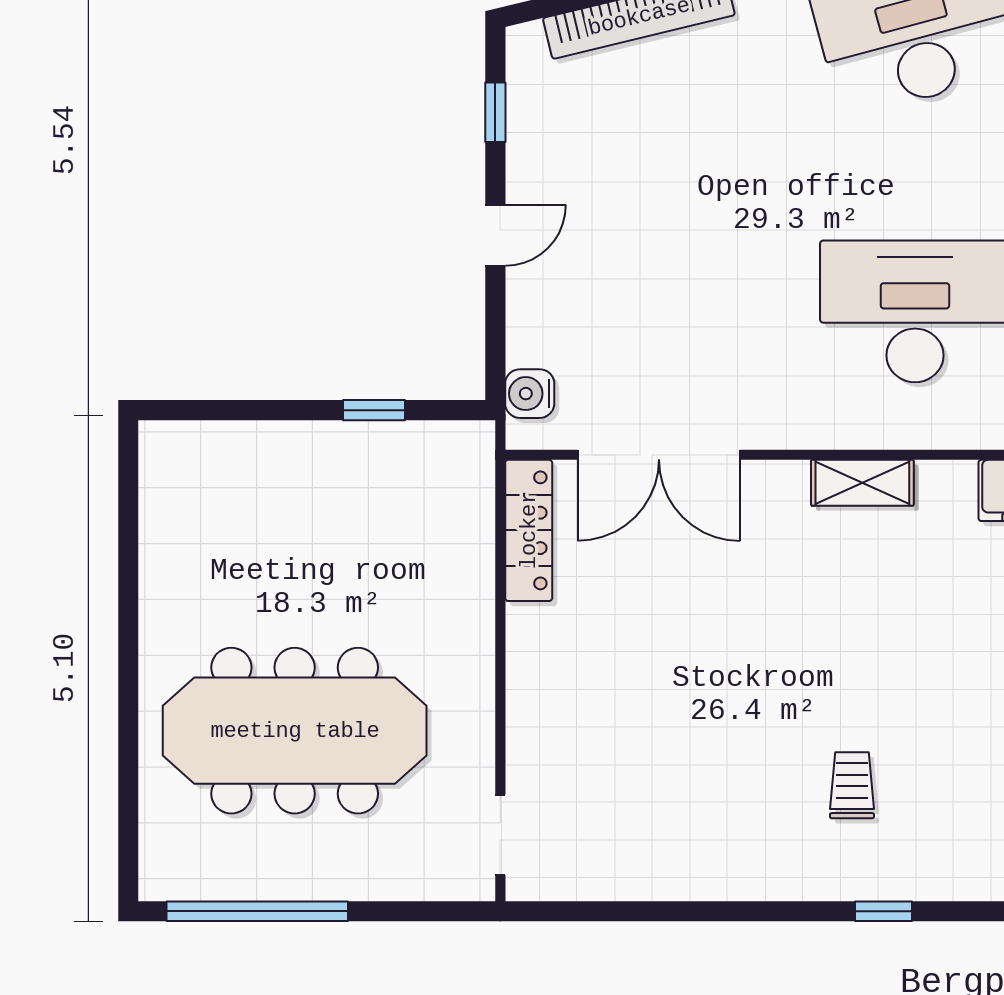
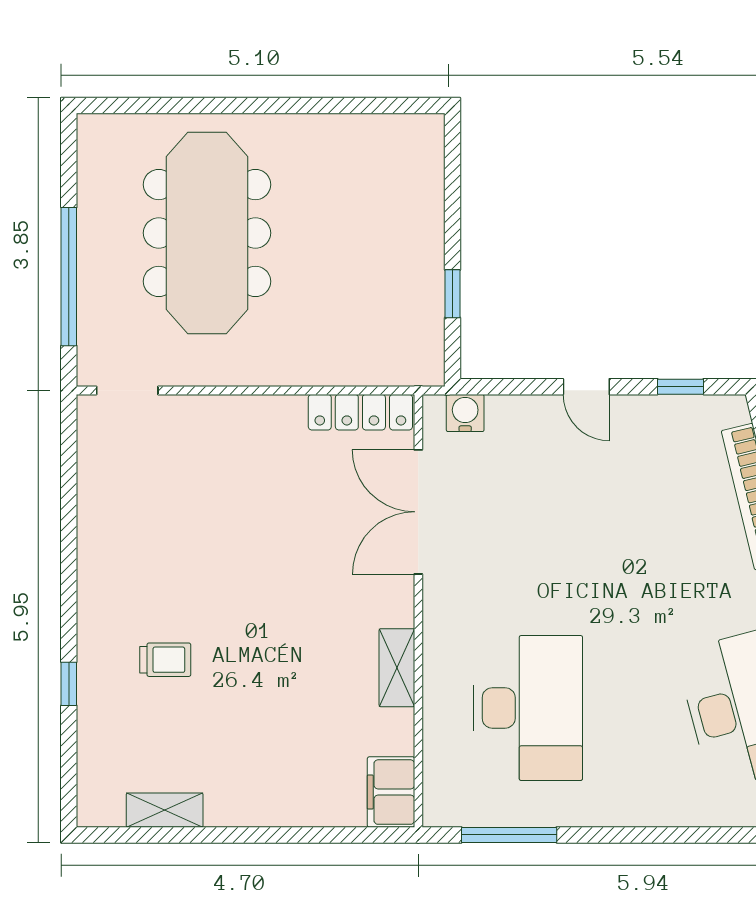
window: (257, 911) -> (69, 277), moved

